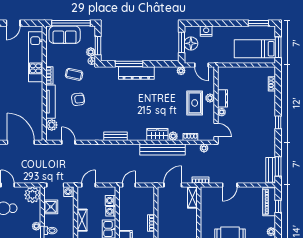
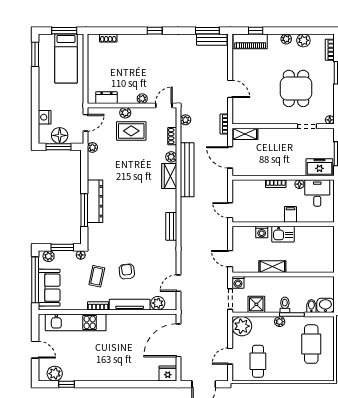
plant: (91, 52) -> (49, 256), moved
dresser: (222, 98) -> (106, 98), moved
washing machine: (111, 200) -> (249, 232), removed

